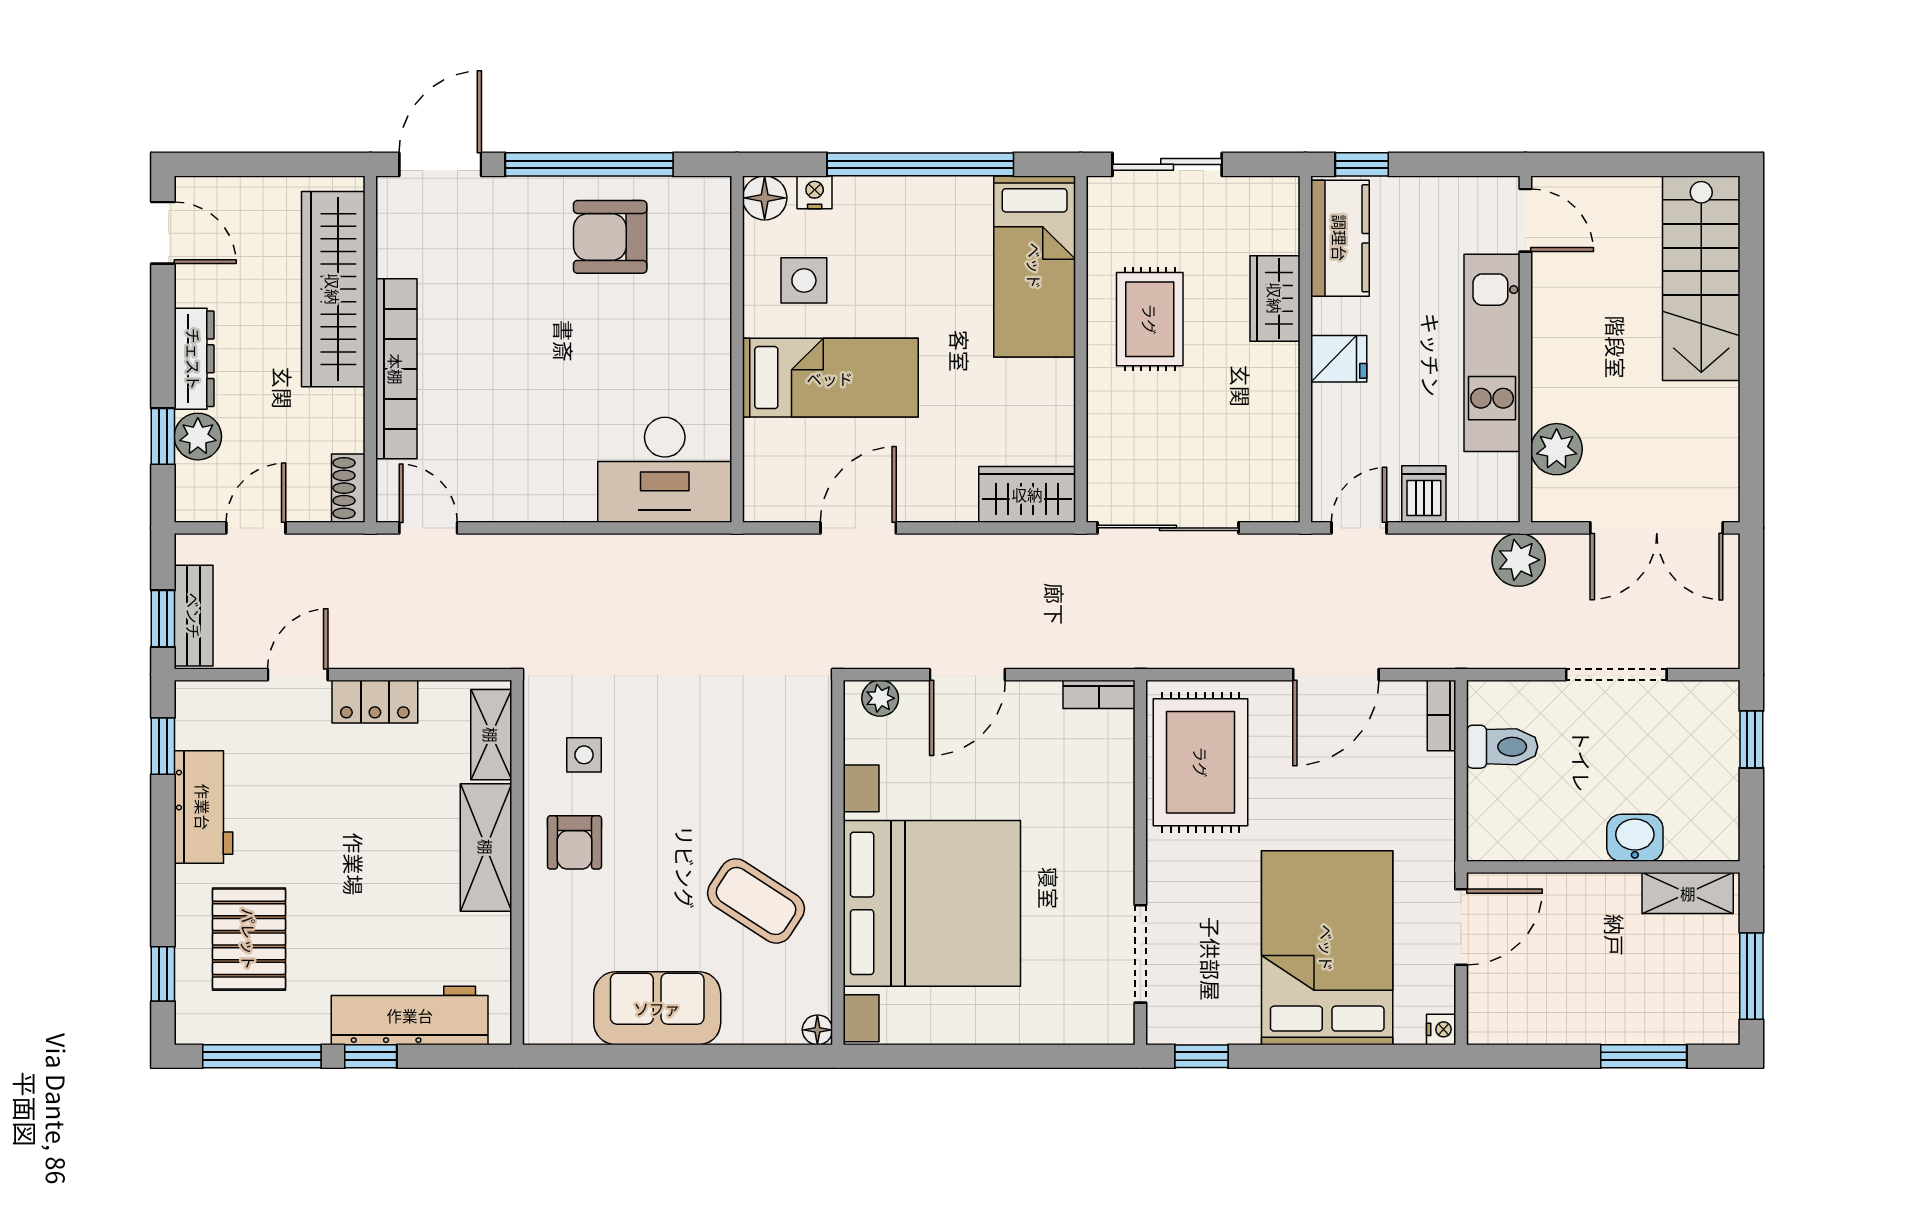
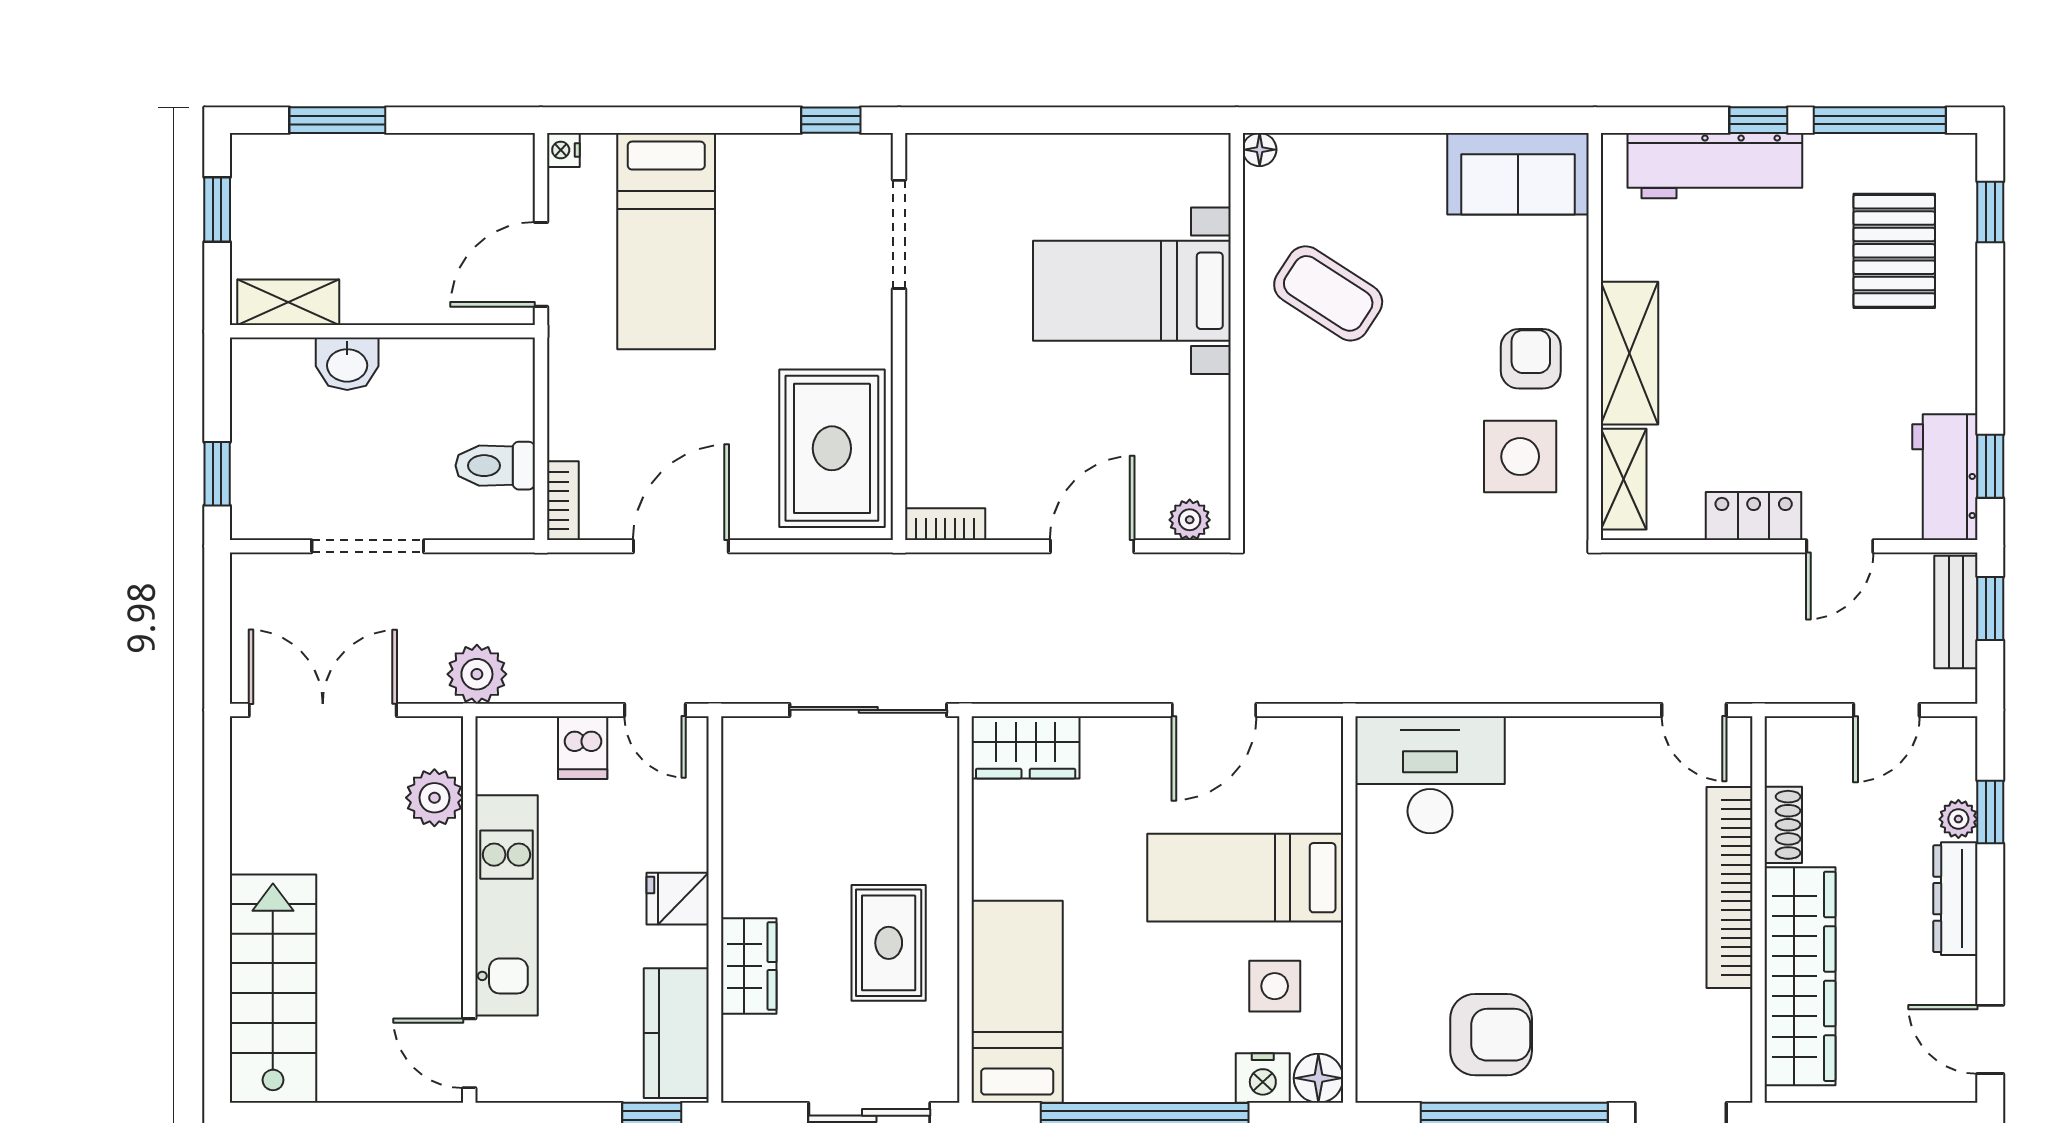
nightstand: (815, 192) -> (1263, 1078), width x1.39, depth x1.35
plant: (198, 437) -> (1958, 819), width x0.73, depth x0.73
shoe rack: (348, 488) -> (1783, 825), moved
door: (1359, 528) -> (655, 710), hinge flipped
side table: (584, 755) -> (1520, 457), width x1.87, depth x1.87
workbench: (203, 807) -> (1945, 477), moved
bed with nightstands: (932, 903) -> (1132, 291), width x0.54
bed: (1327, 948) -> (666, 241), width x0.67
window: (1751, 976) -> (217, 210), width x0.67
sofa: (657, 1008) -> (1518, 174), moved

